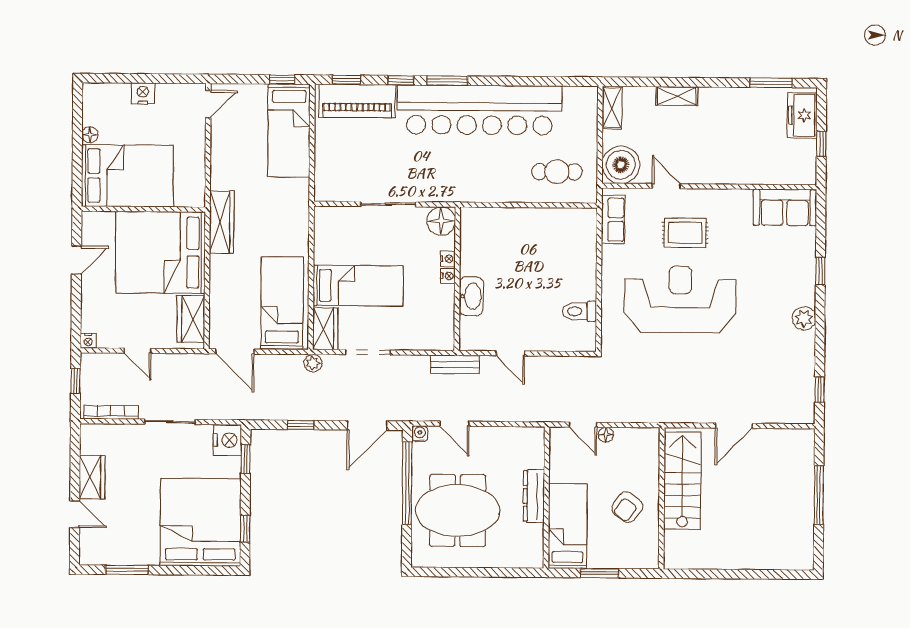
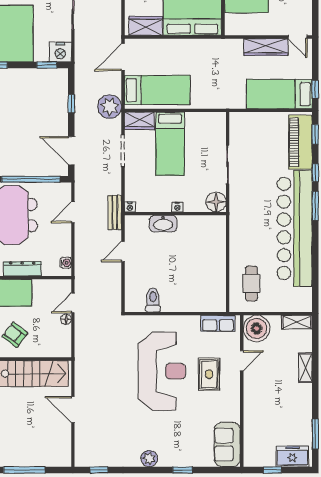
wardrobe: (222, 222) -> (266, 47), moved
nightstand: (448, 259) -> (130, 207), moved
plant: (313, 363) -> (110, 107), width x1.88, depth x1.88
water cooler: (420, 434) -> (66, 263), moved

